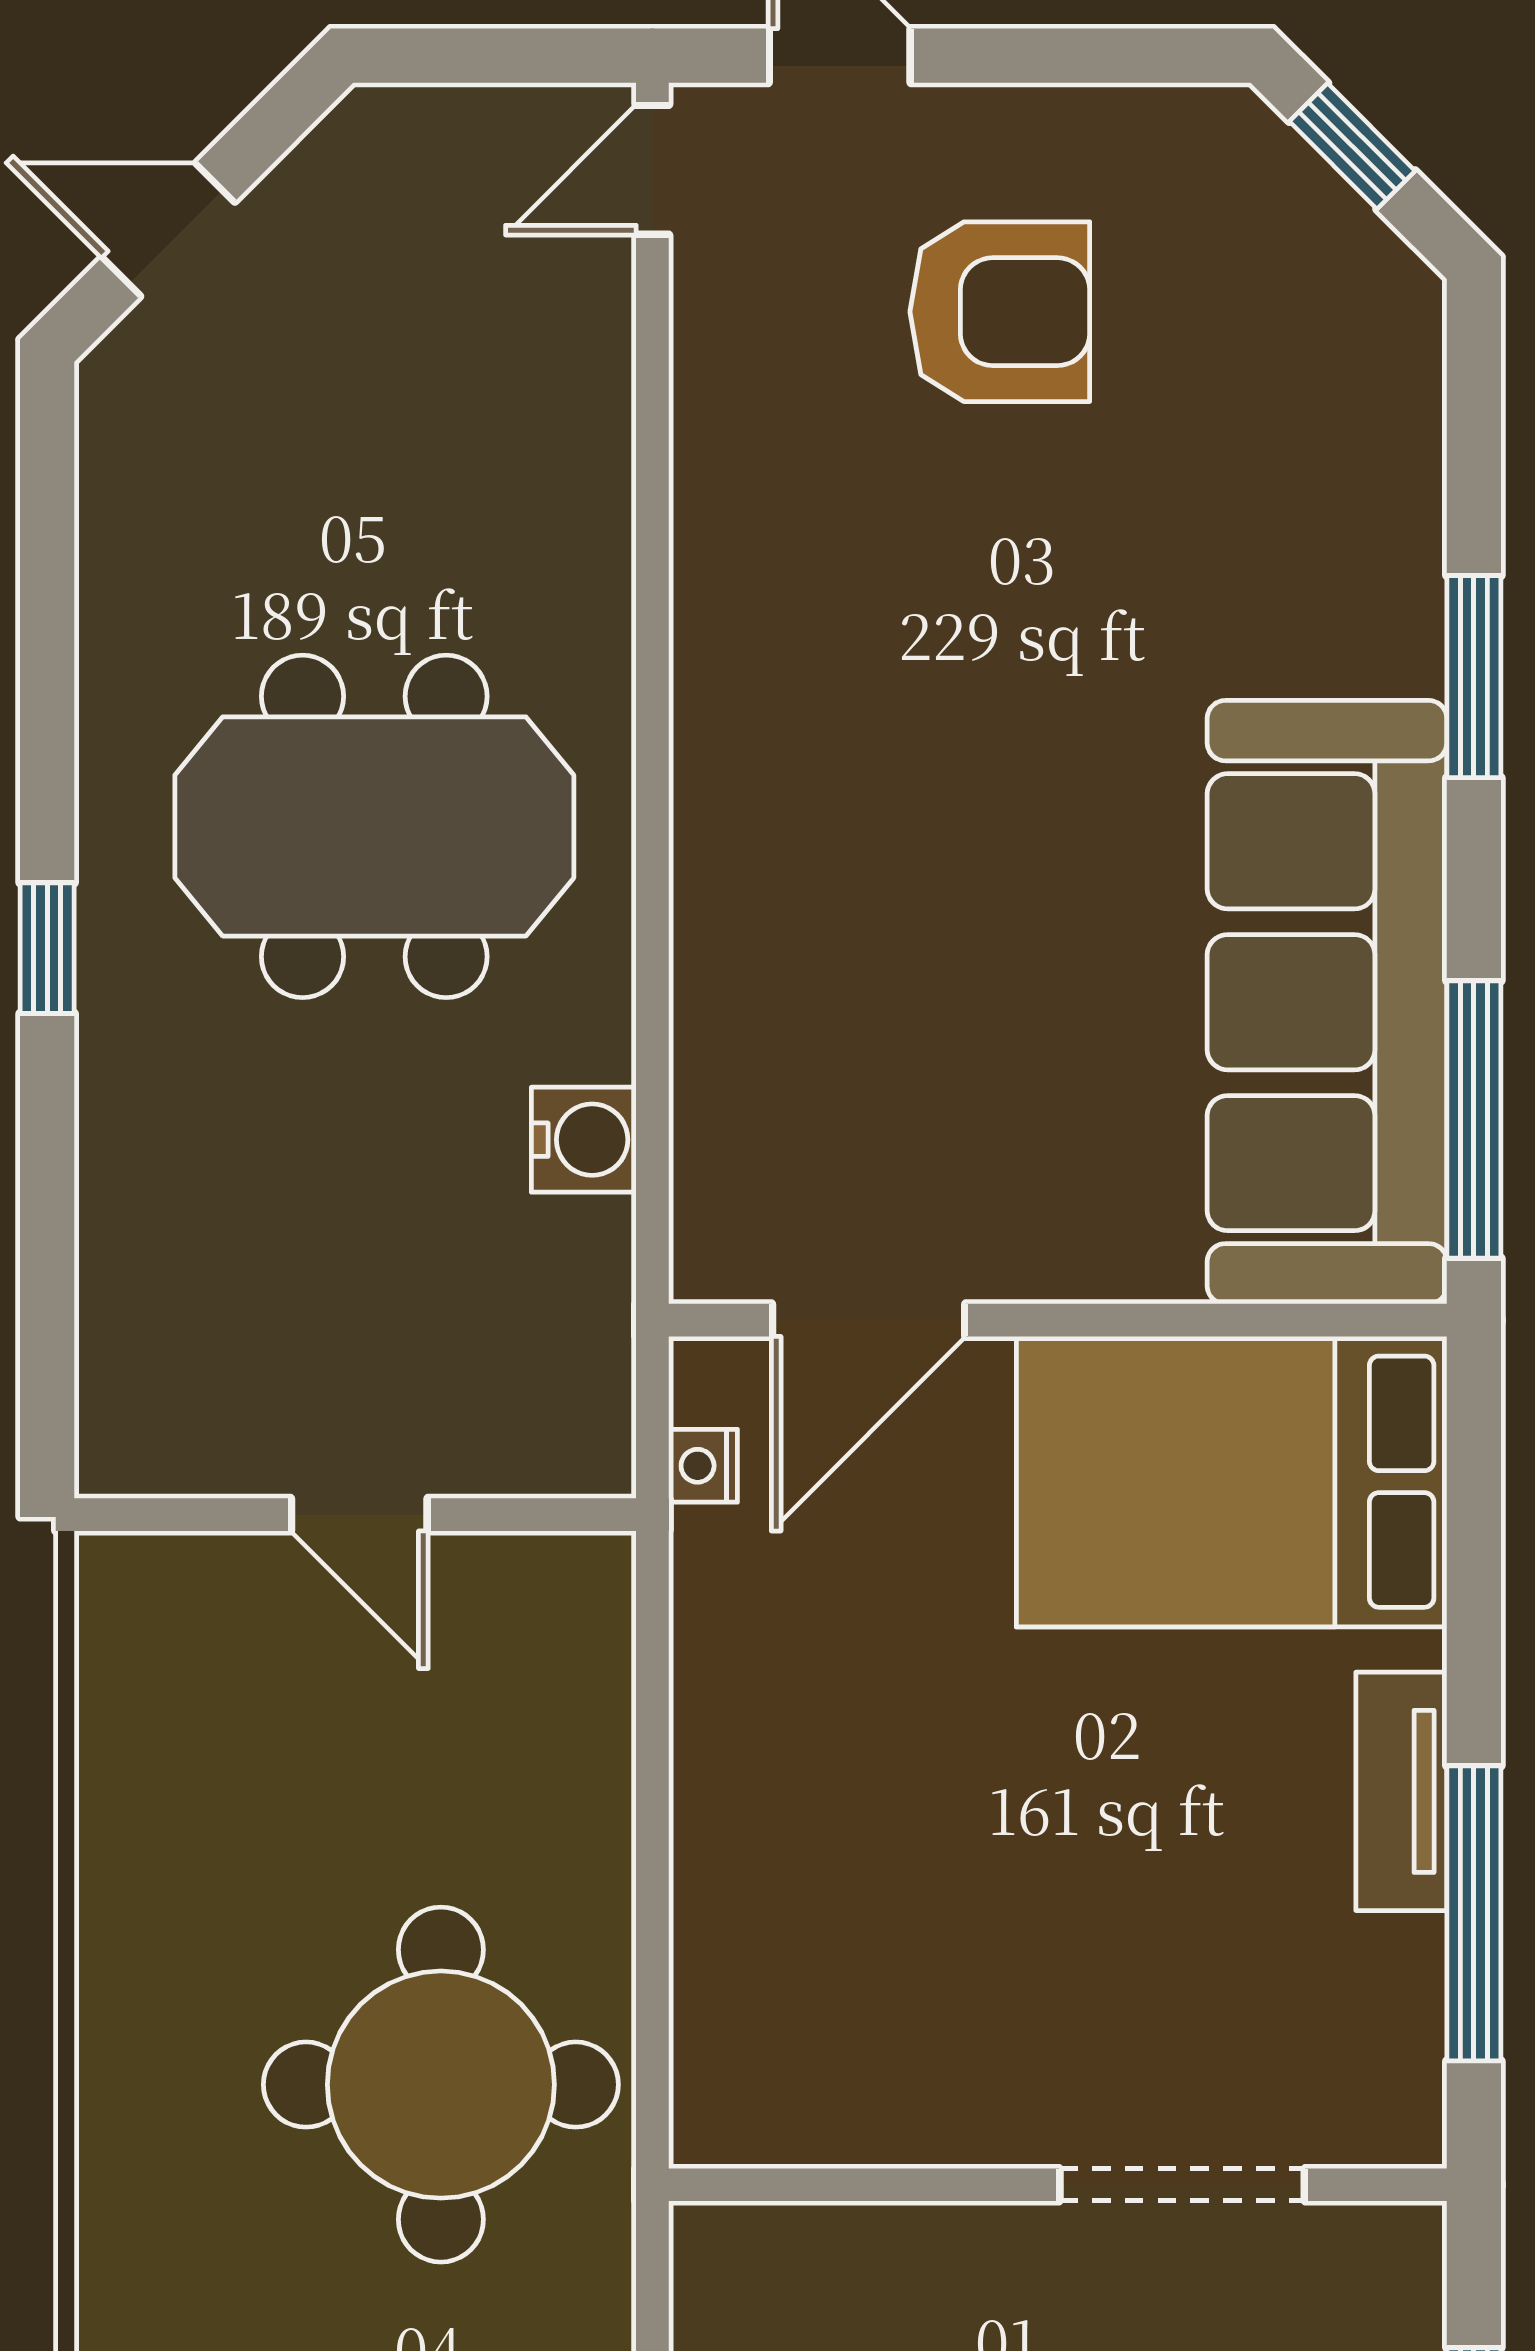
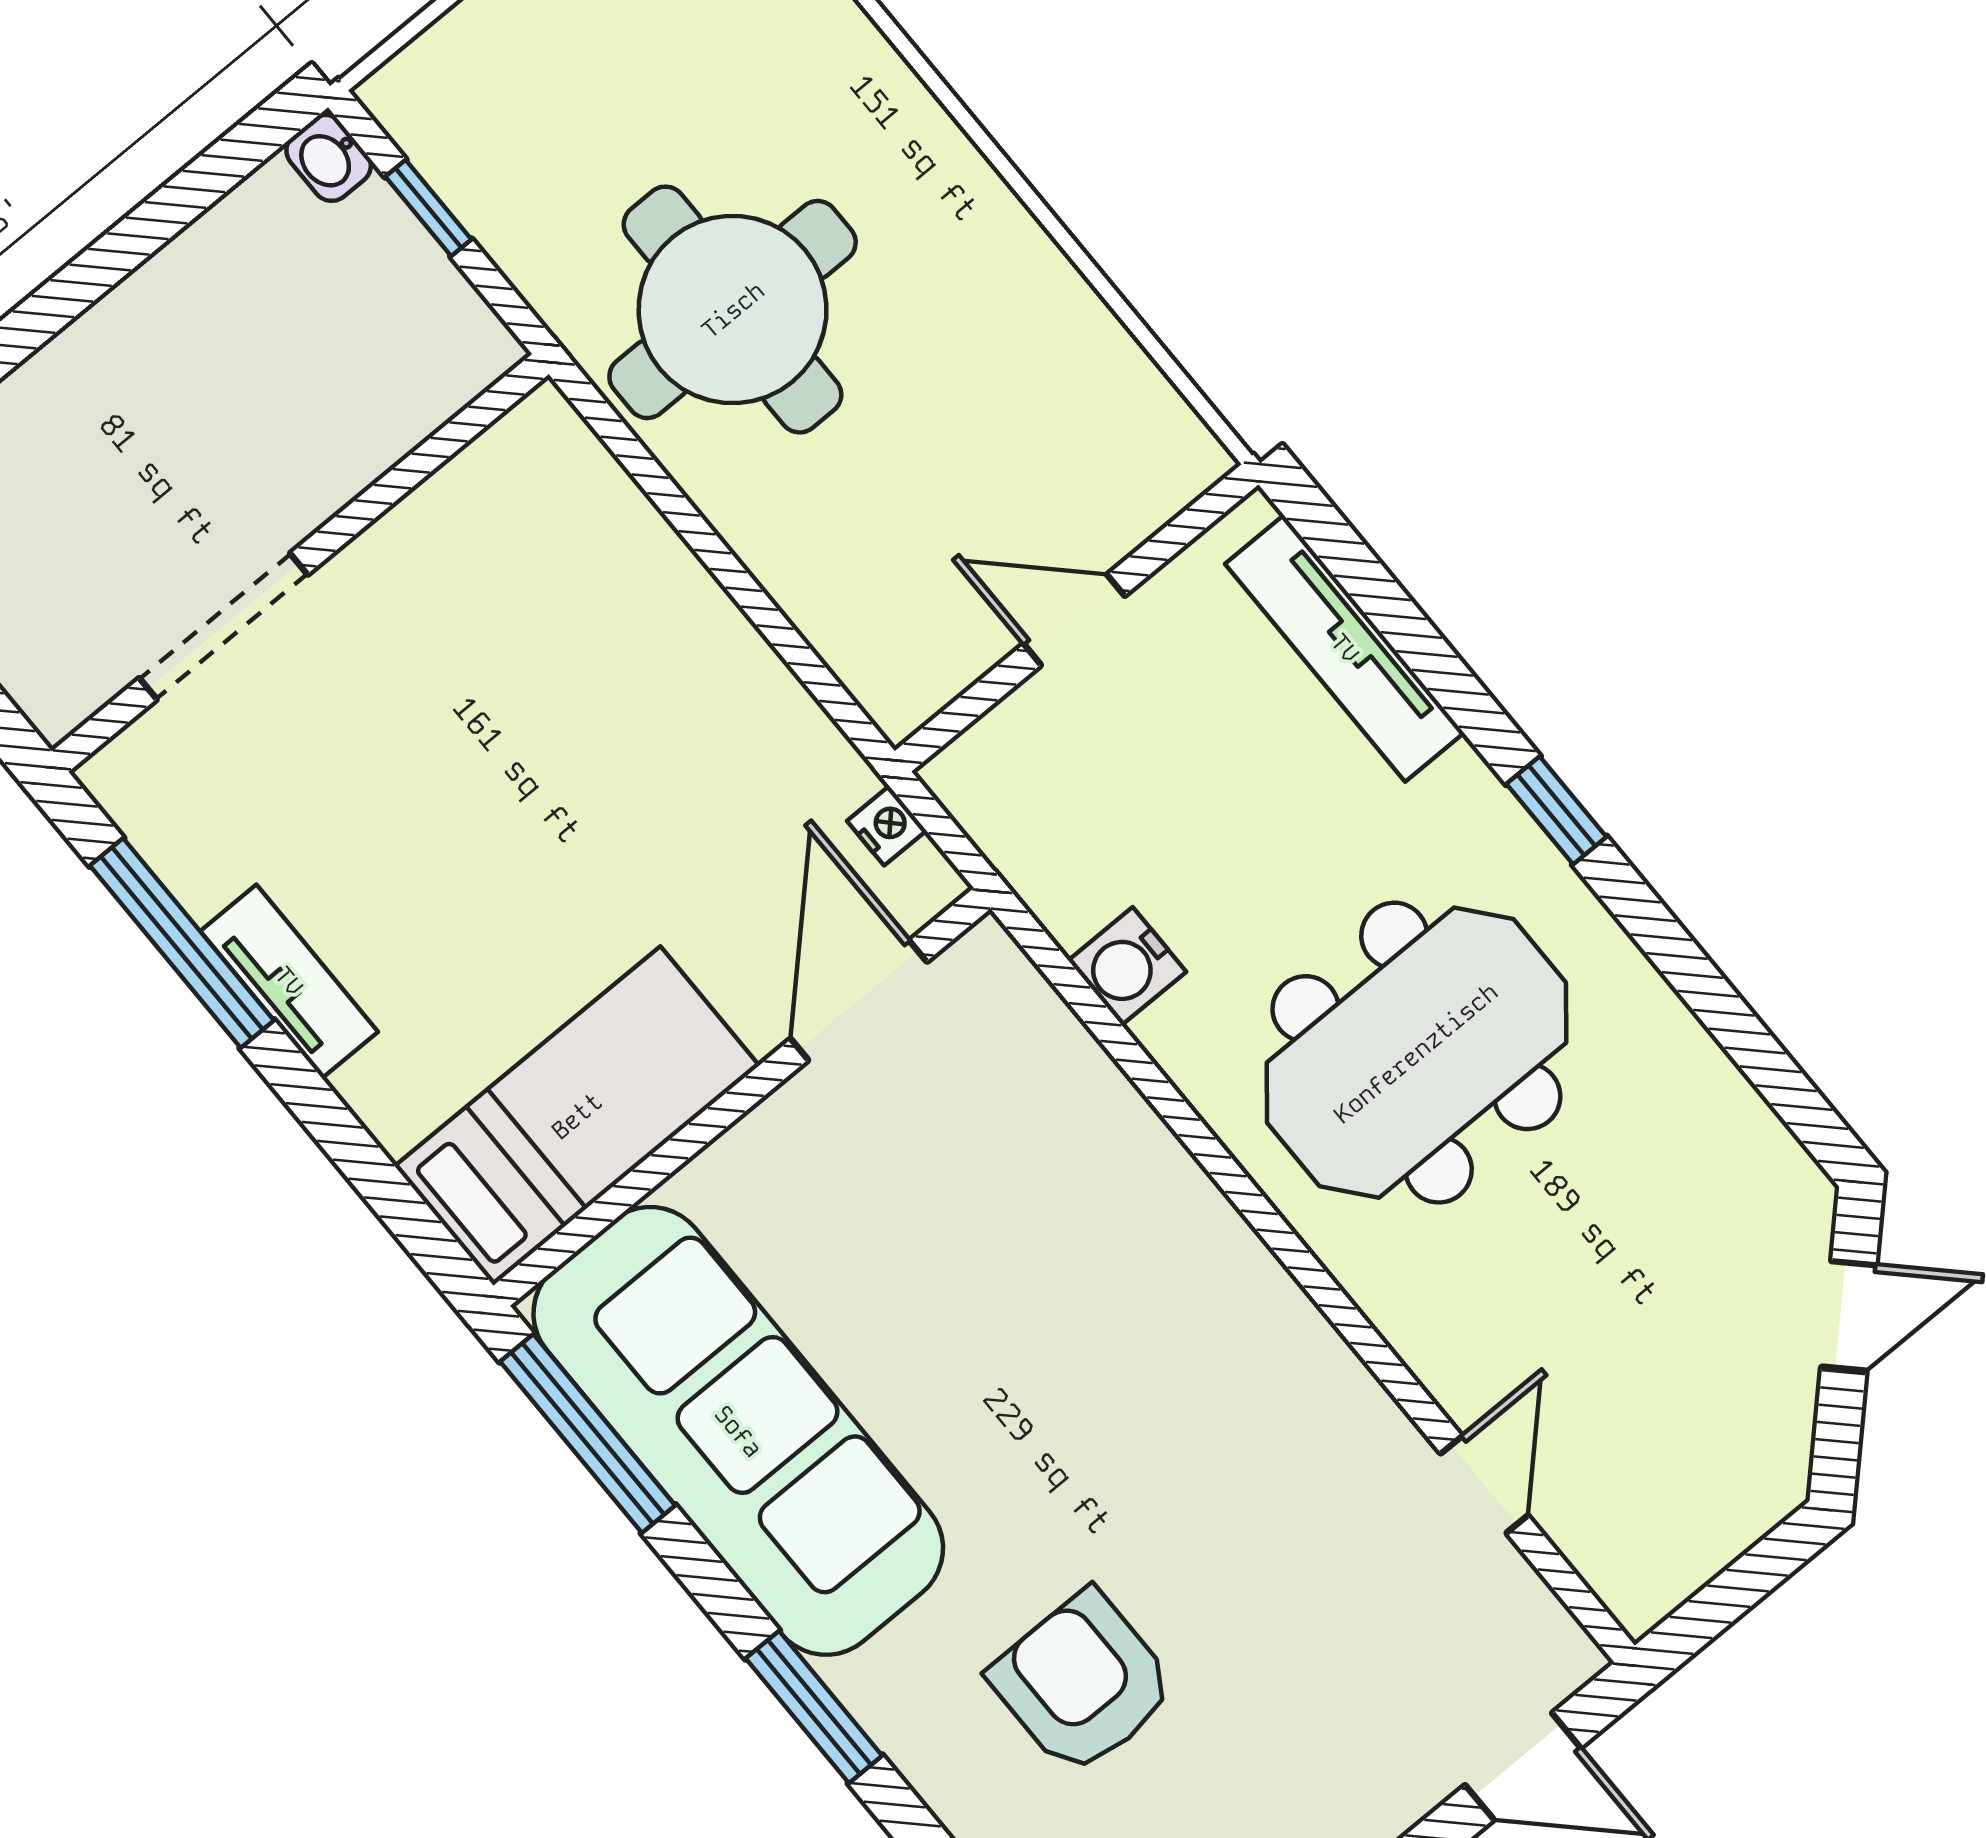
door: (652, 170) -> (1484, 1484), moved
armchair: (1000, 312) -> (1083, 1683), moved, turned 90
tv unit: (122, 1272) -> (1345, 648), added
bed: (1232, 1482) -> (577, 1116), width x0.67

